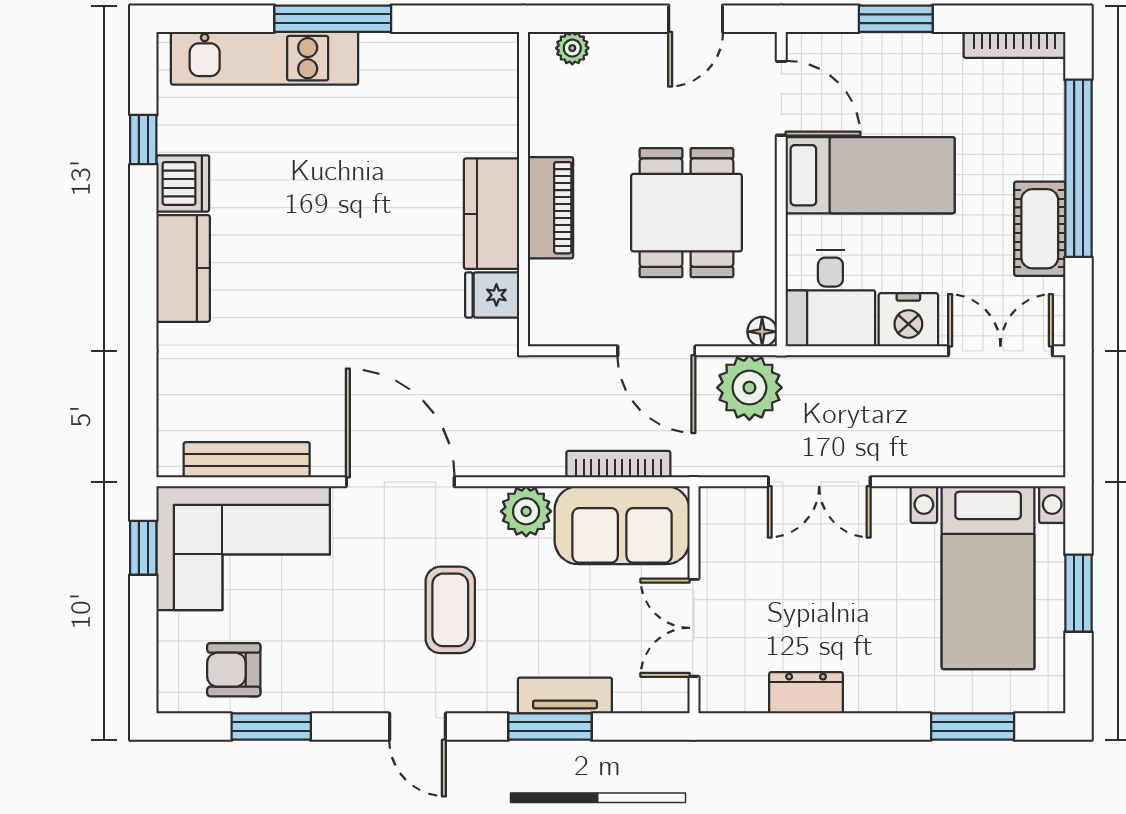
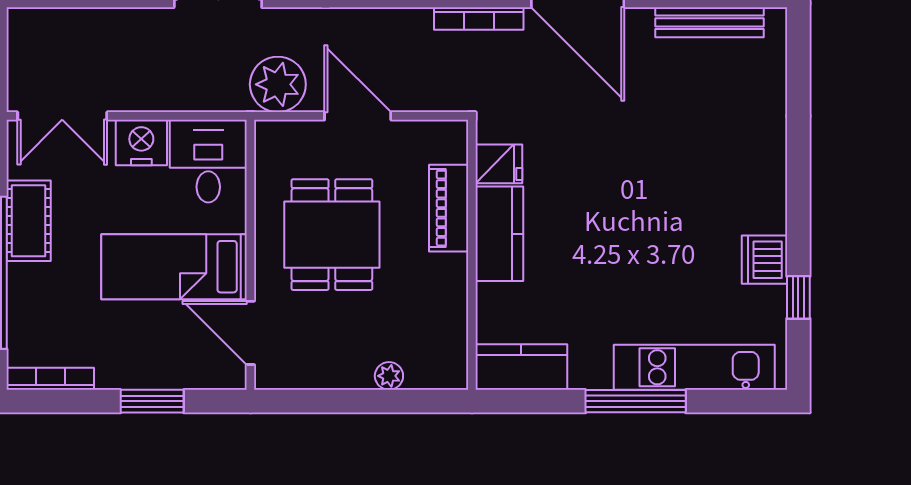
door: (696, 19) -> (324, 401), removed
plant: (572, 48) -> (389, 376), moved
piano: (551, 208) -> (449, 208), moved
kitchen counter: (183, 268) -> (521, 367), moved, turned 90
floor lamp: (762, 332) -> (267, 132), removed
bookcase: (618, 464) -> (479, 19), moved

